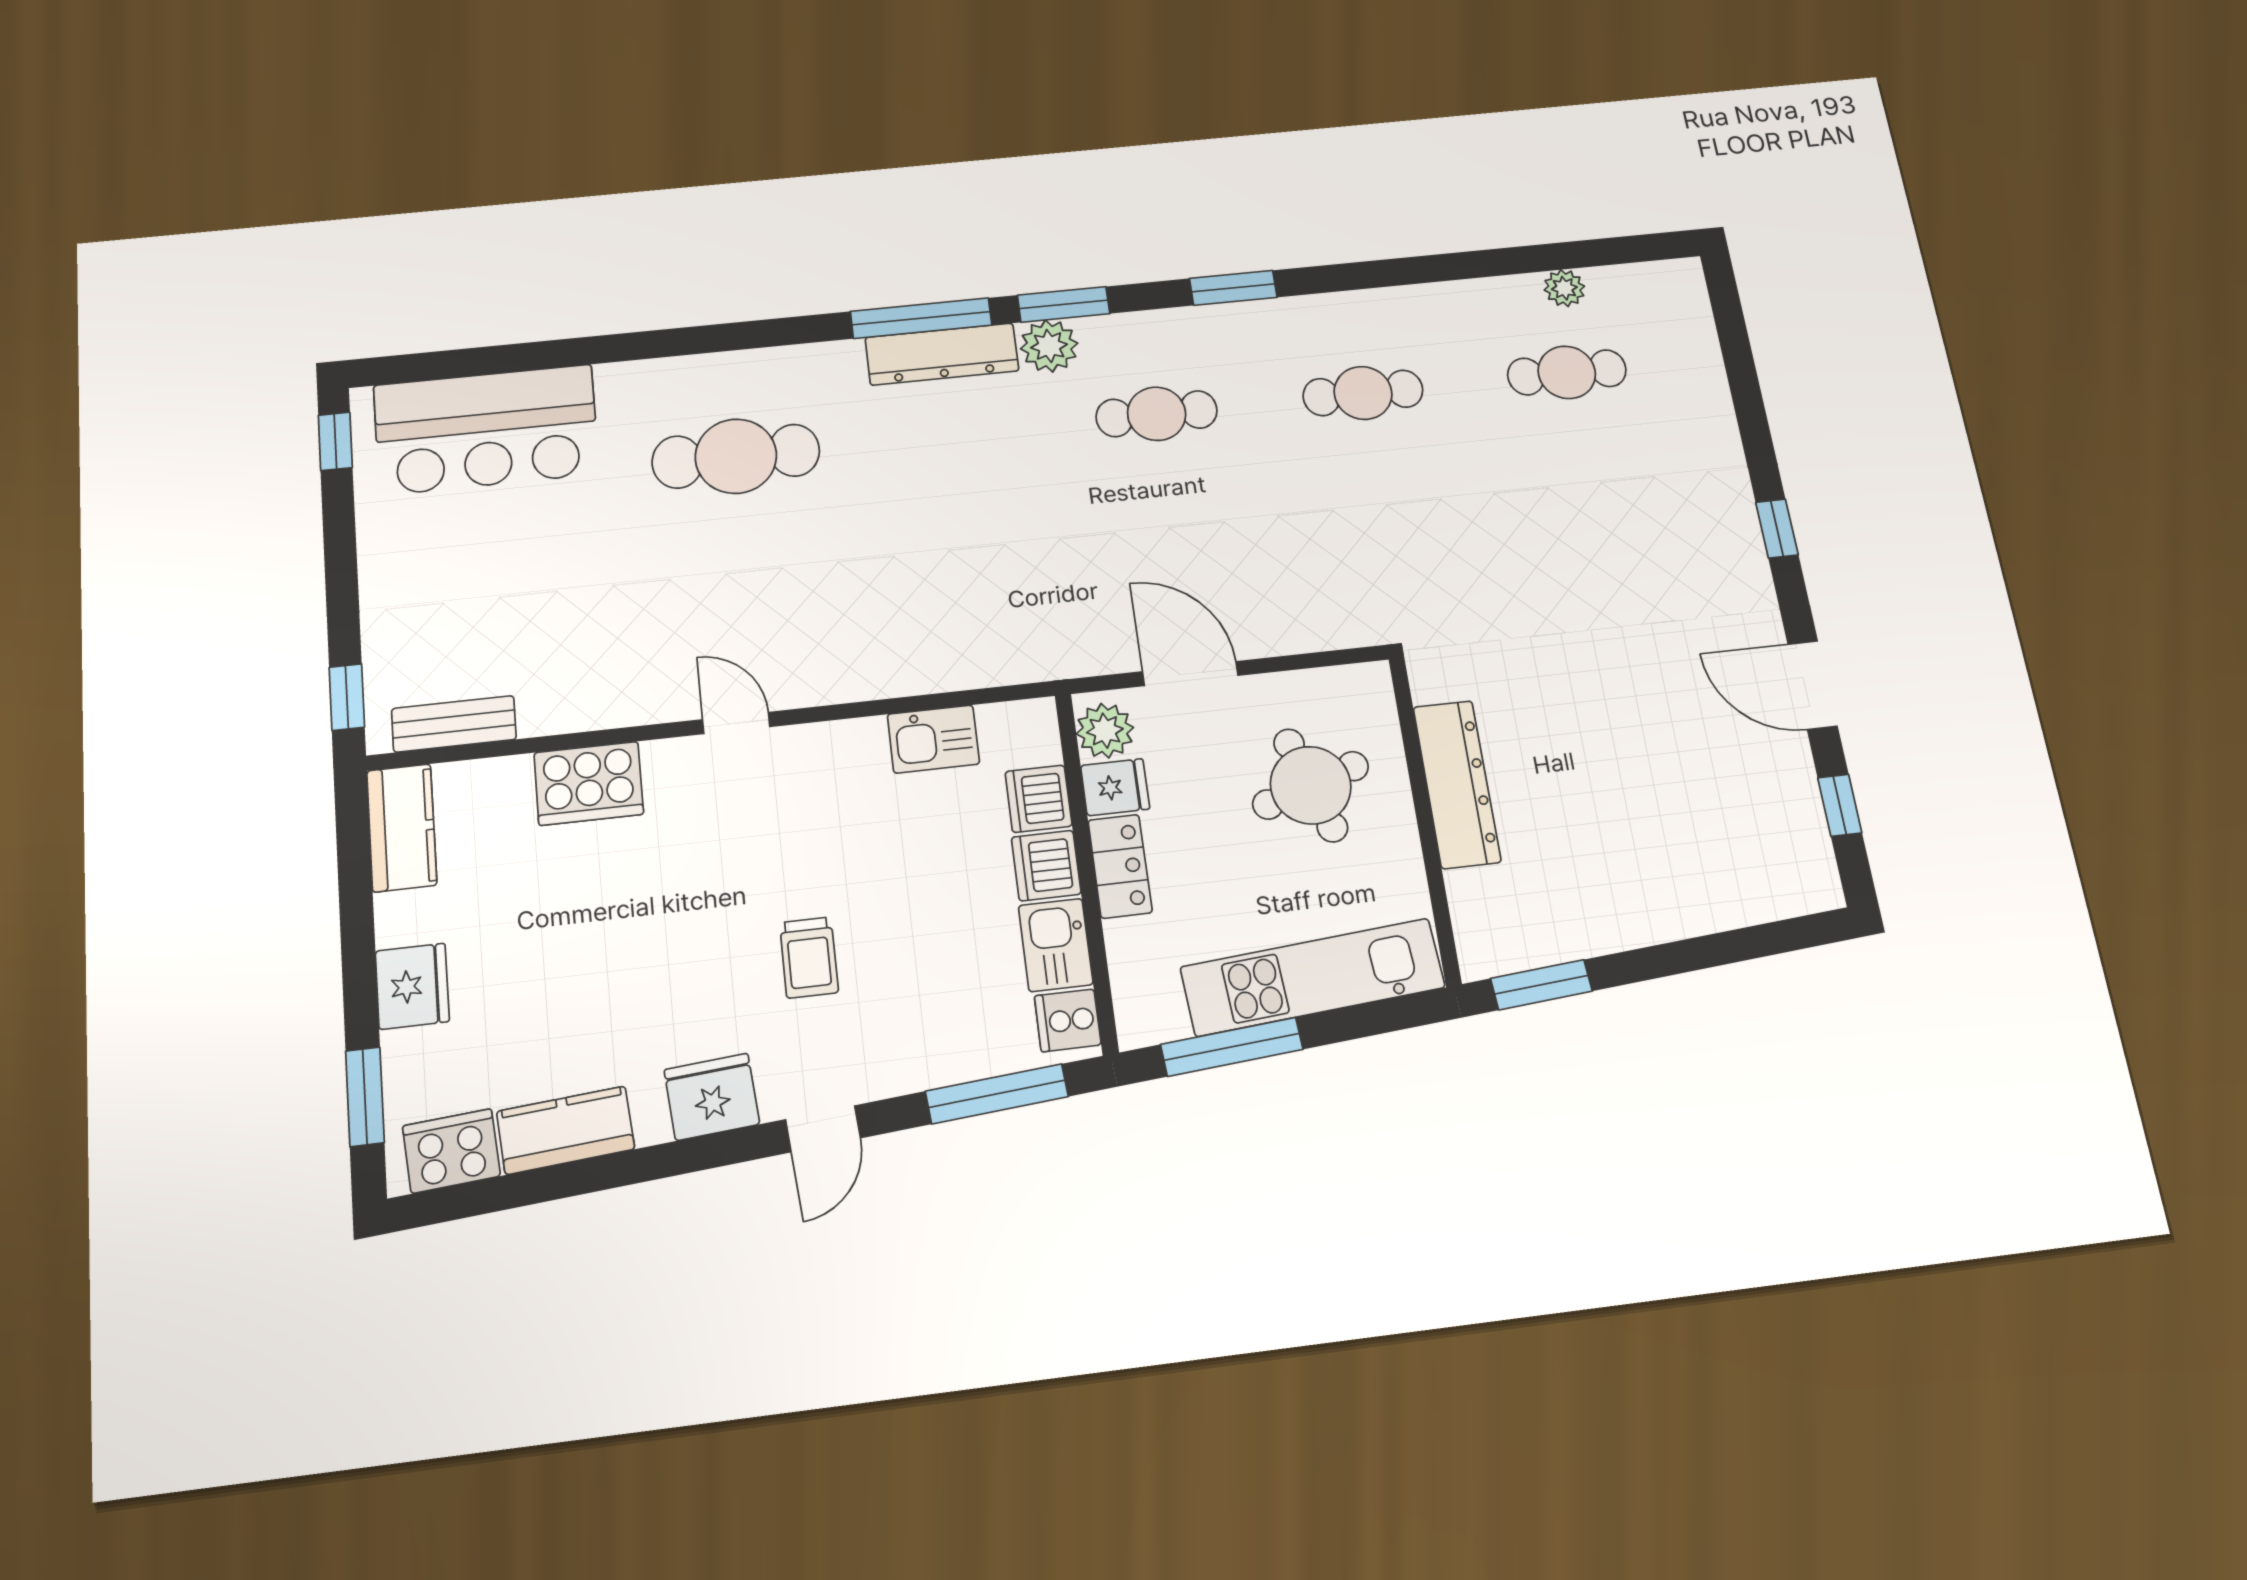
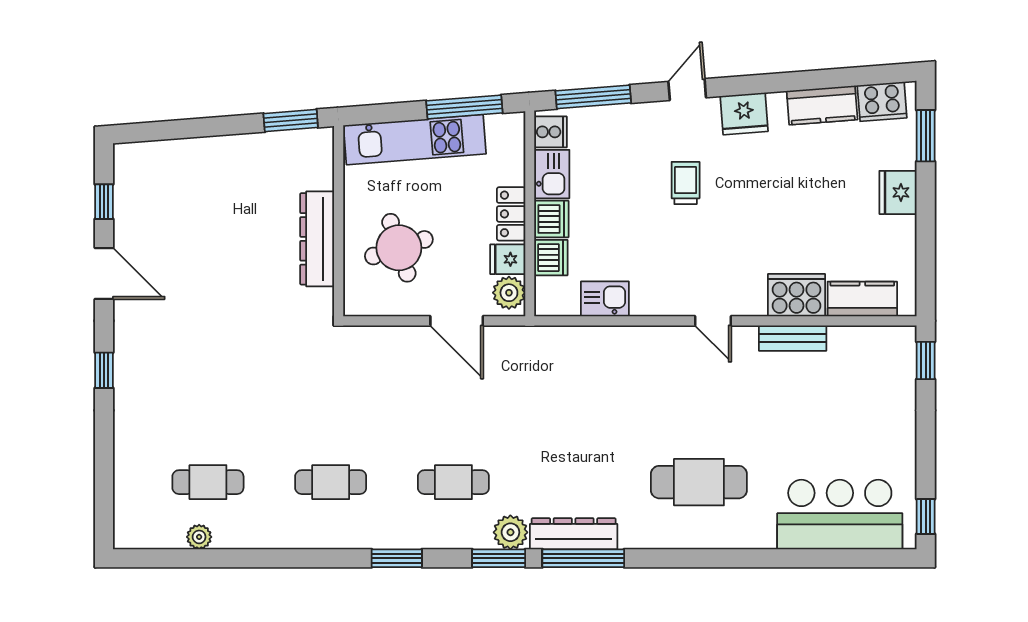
bench: (454, 724) -> (793, 338), moved
kitchen counter: (402, 828) -> (862, 299), moved, turned 90

